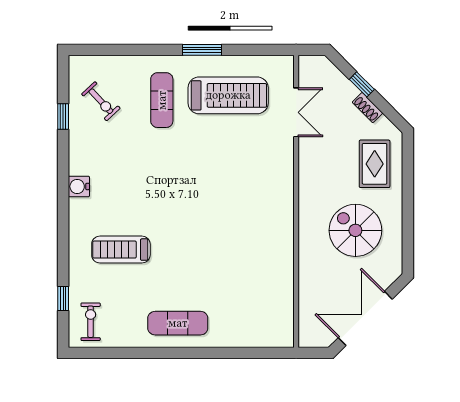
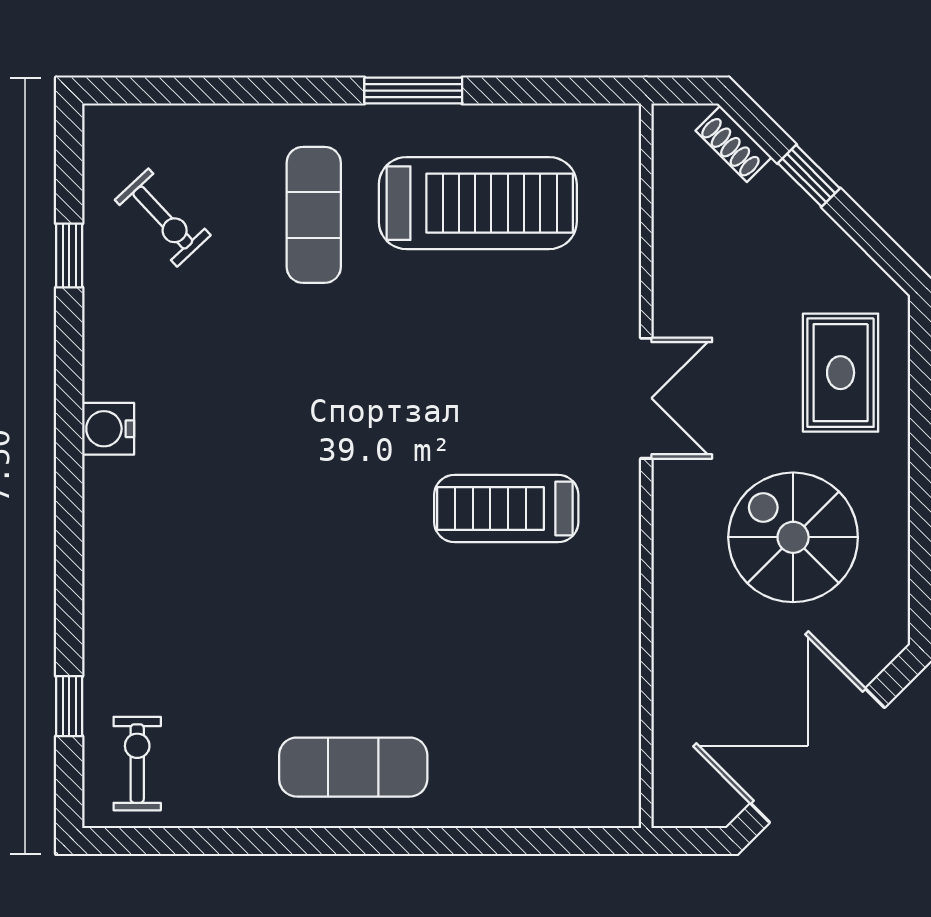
shoe rack: (367, 108) -> (734, 144), moved
double door: (296, 112) -> (646, 398), moved
treadmill: (121, 250) -> (506, 508), moved

